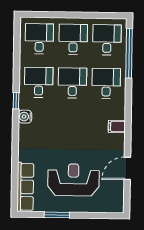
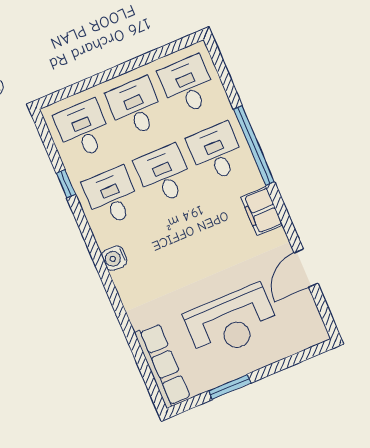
window: (129, 53) -> (254, 146), moved
window: (16, 101) -> (66, 184), moved
filing cabinet: (117, 127) -> (262, 211), width x2.00
reception desk: (73, 180) -> (231, 322), turned 180

